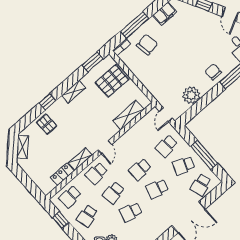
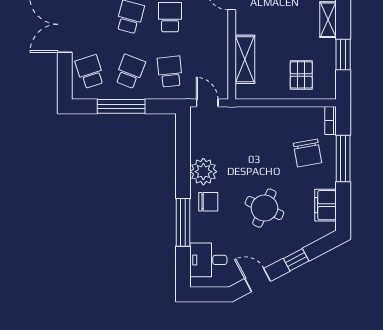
round table: (192, 42) -> (264, 208), added
window: (93, 62) -> (343, 55), moved
pallet: (112, 81) -> (301, 75), width x0.67, depth x0.71
plant: (191, 95) -> (203, 172), moved

